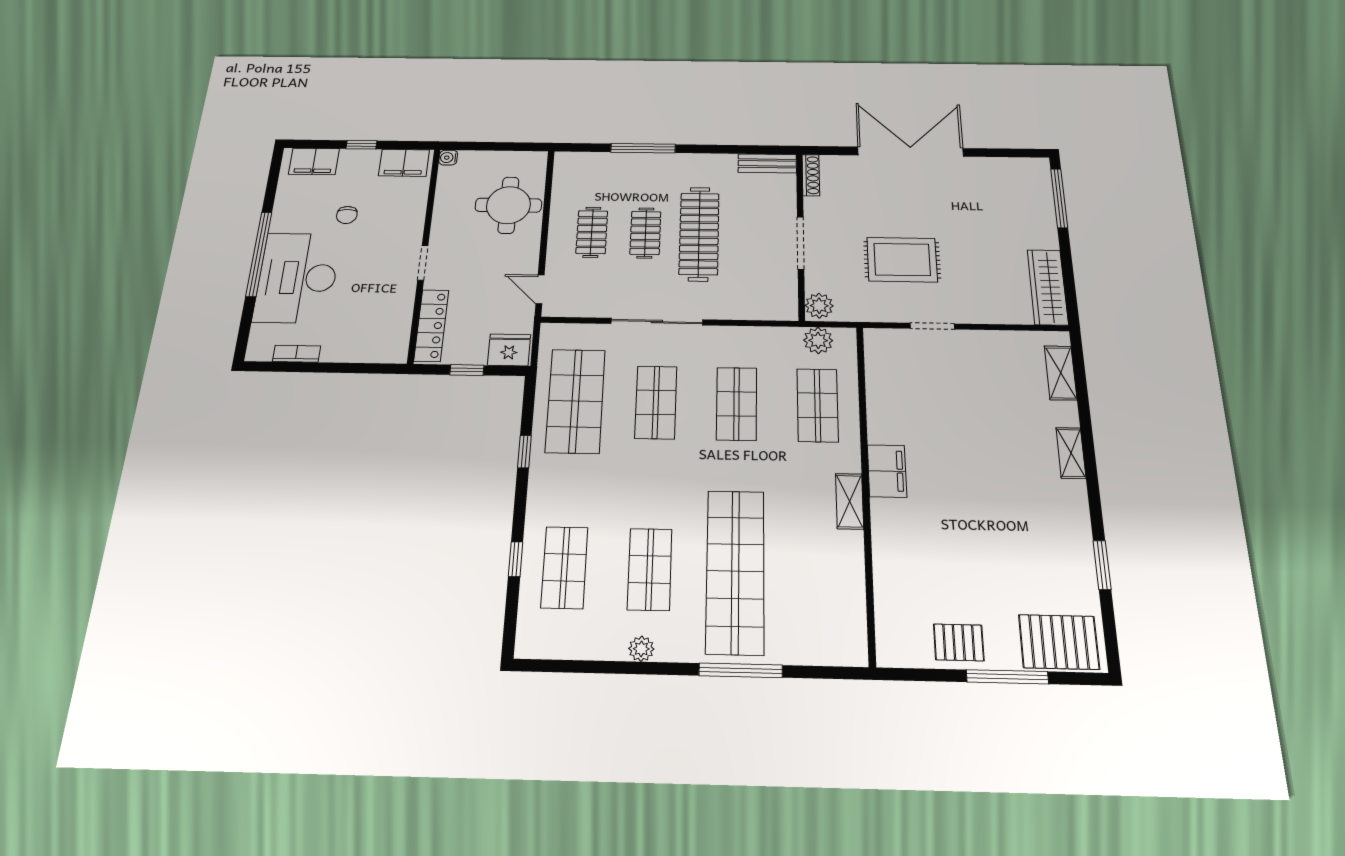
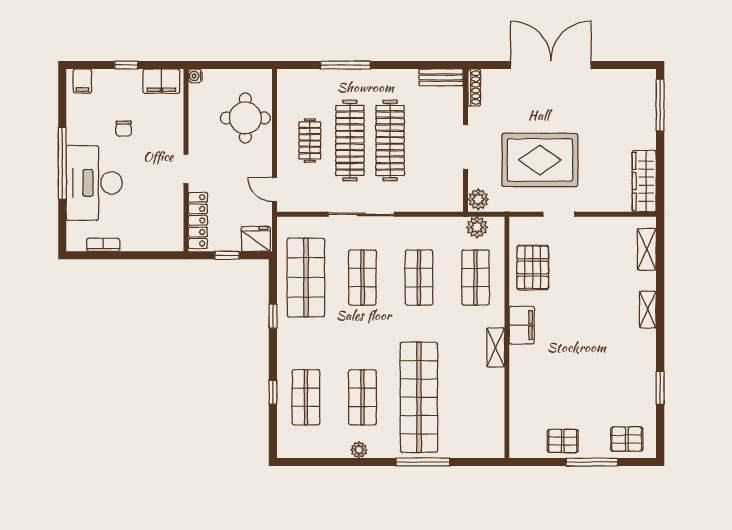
filing cabinet: (314, 161) -> (82, 81), width x0.50
clothes rail: (645, 233) -> (350, 140), width x1.86, depth x1.31
rug: (902, 260) -> (540, 160), width x1.37, depth x1.44
pallet: (899, 394) -> (533, 267), added
pallet: (1059, 642) -> (627, 439), width x0.67, depth x0.71

